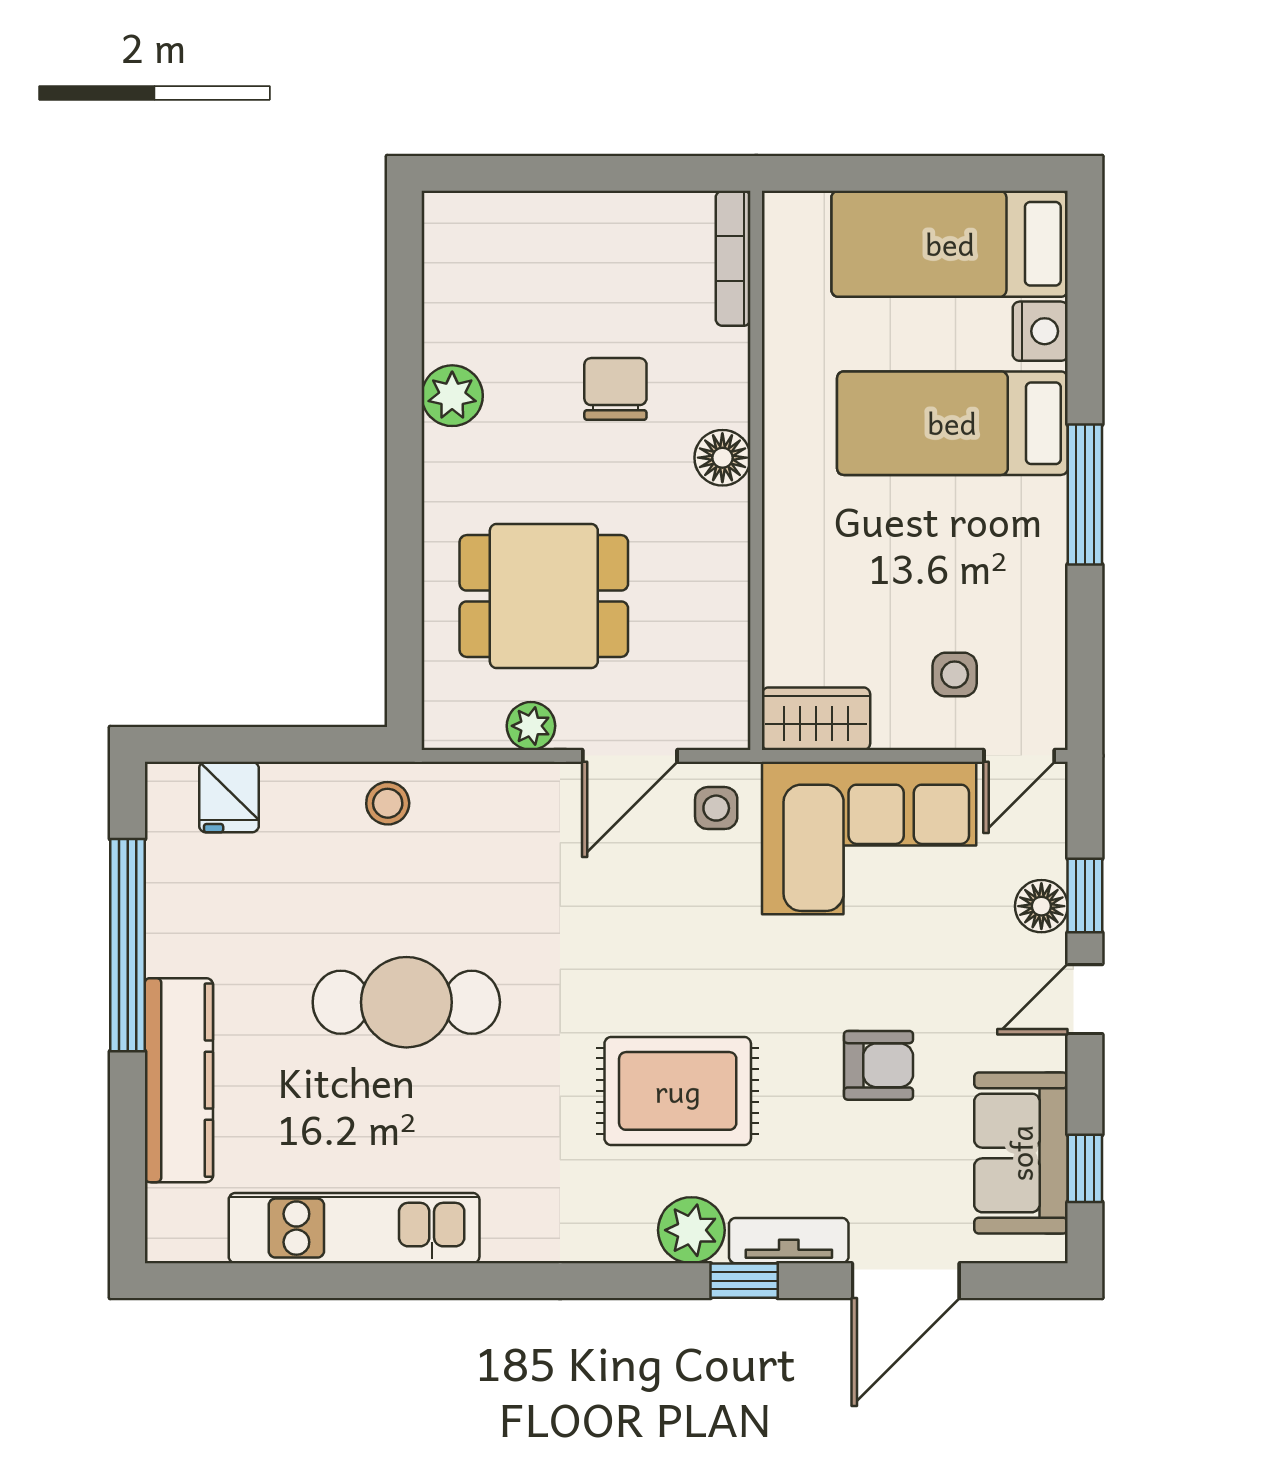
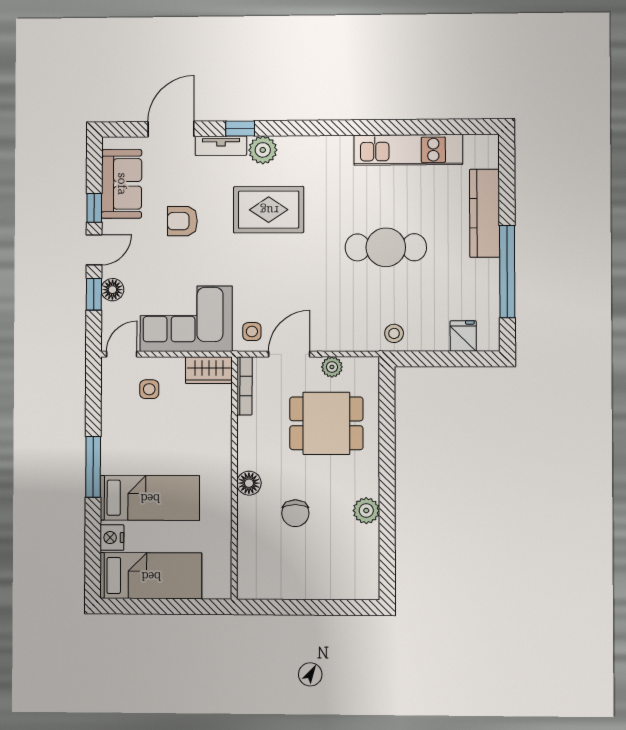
bookcase: (733, 258) -> (245, 386), moved
window: (1085, 1168) -> (94, 208), moved

